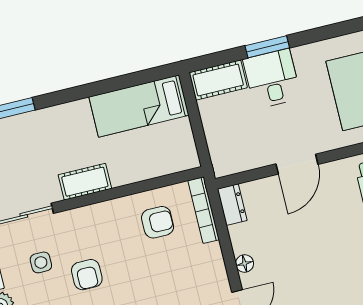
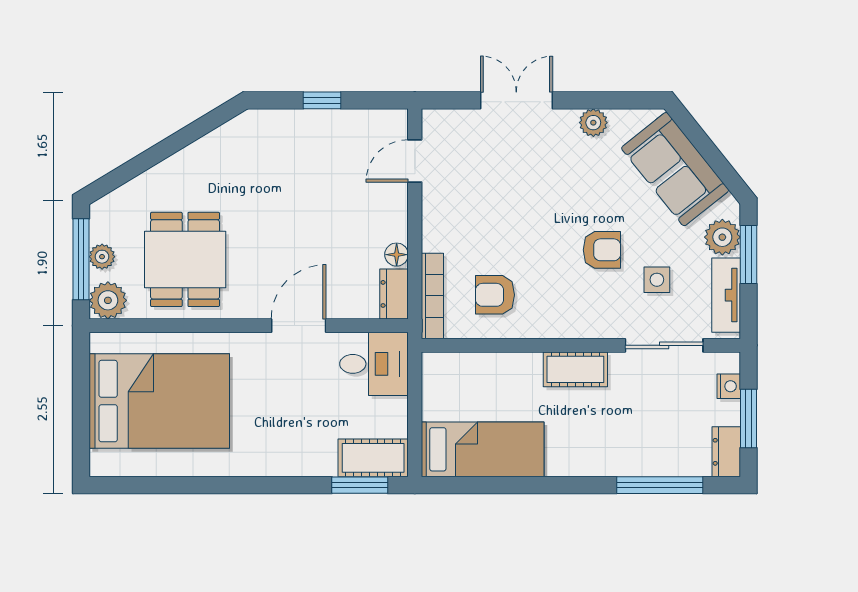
window: (267, 47) -> (360, 485), moved
desk: (272, 79) -> (374, 364), moved, turned -90
floor lamp: (245, 263) -> (397, 255), moved
armchair: (87, 275) -> (602, 250), turned 90

